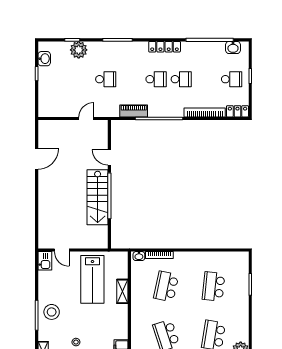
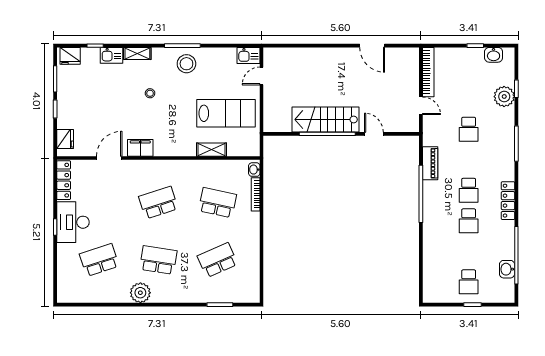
washbasin: (233, 47) -> (507, 269), moved
locker: (237, 111) -> (430, 289), removed
bookcase: (205, 112) -> (428, 72), moved
door: (109, 157) -> (374, 134), hinge flipped
lab bench: (92, 279) -> (226, 113), turned 180
school desk: (214, 286) -> (217, 260), turned -30

